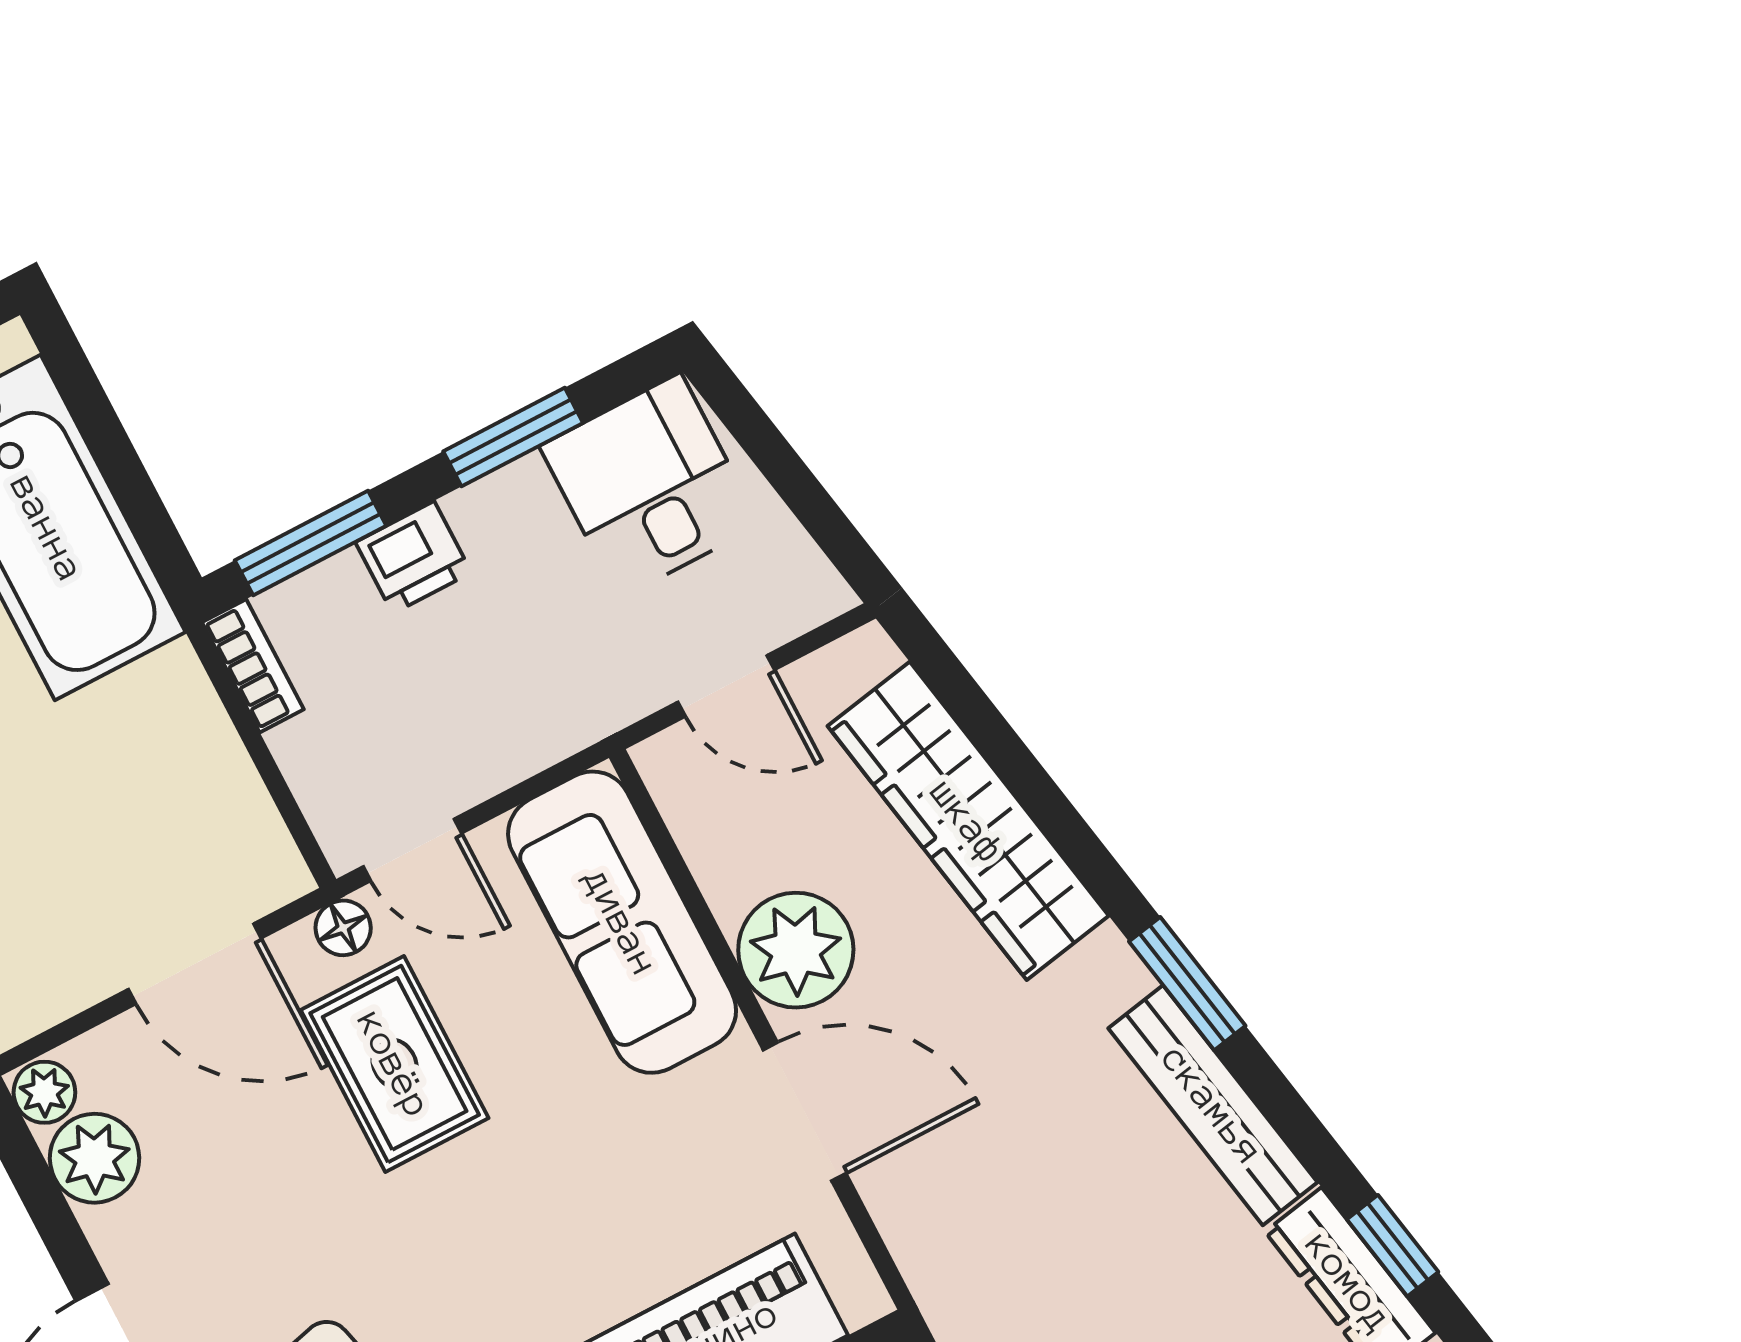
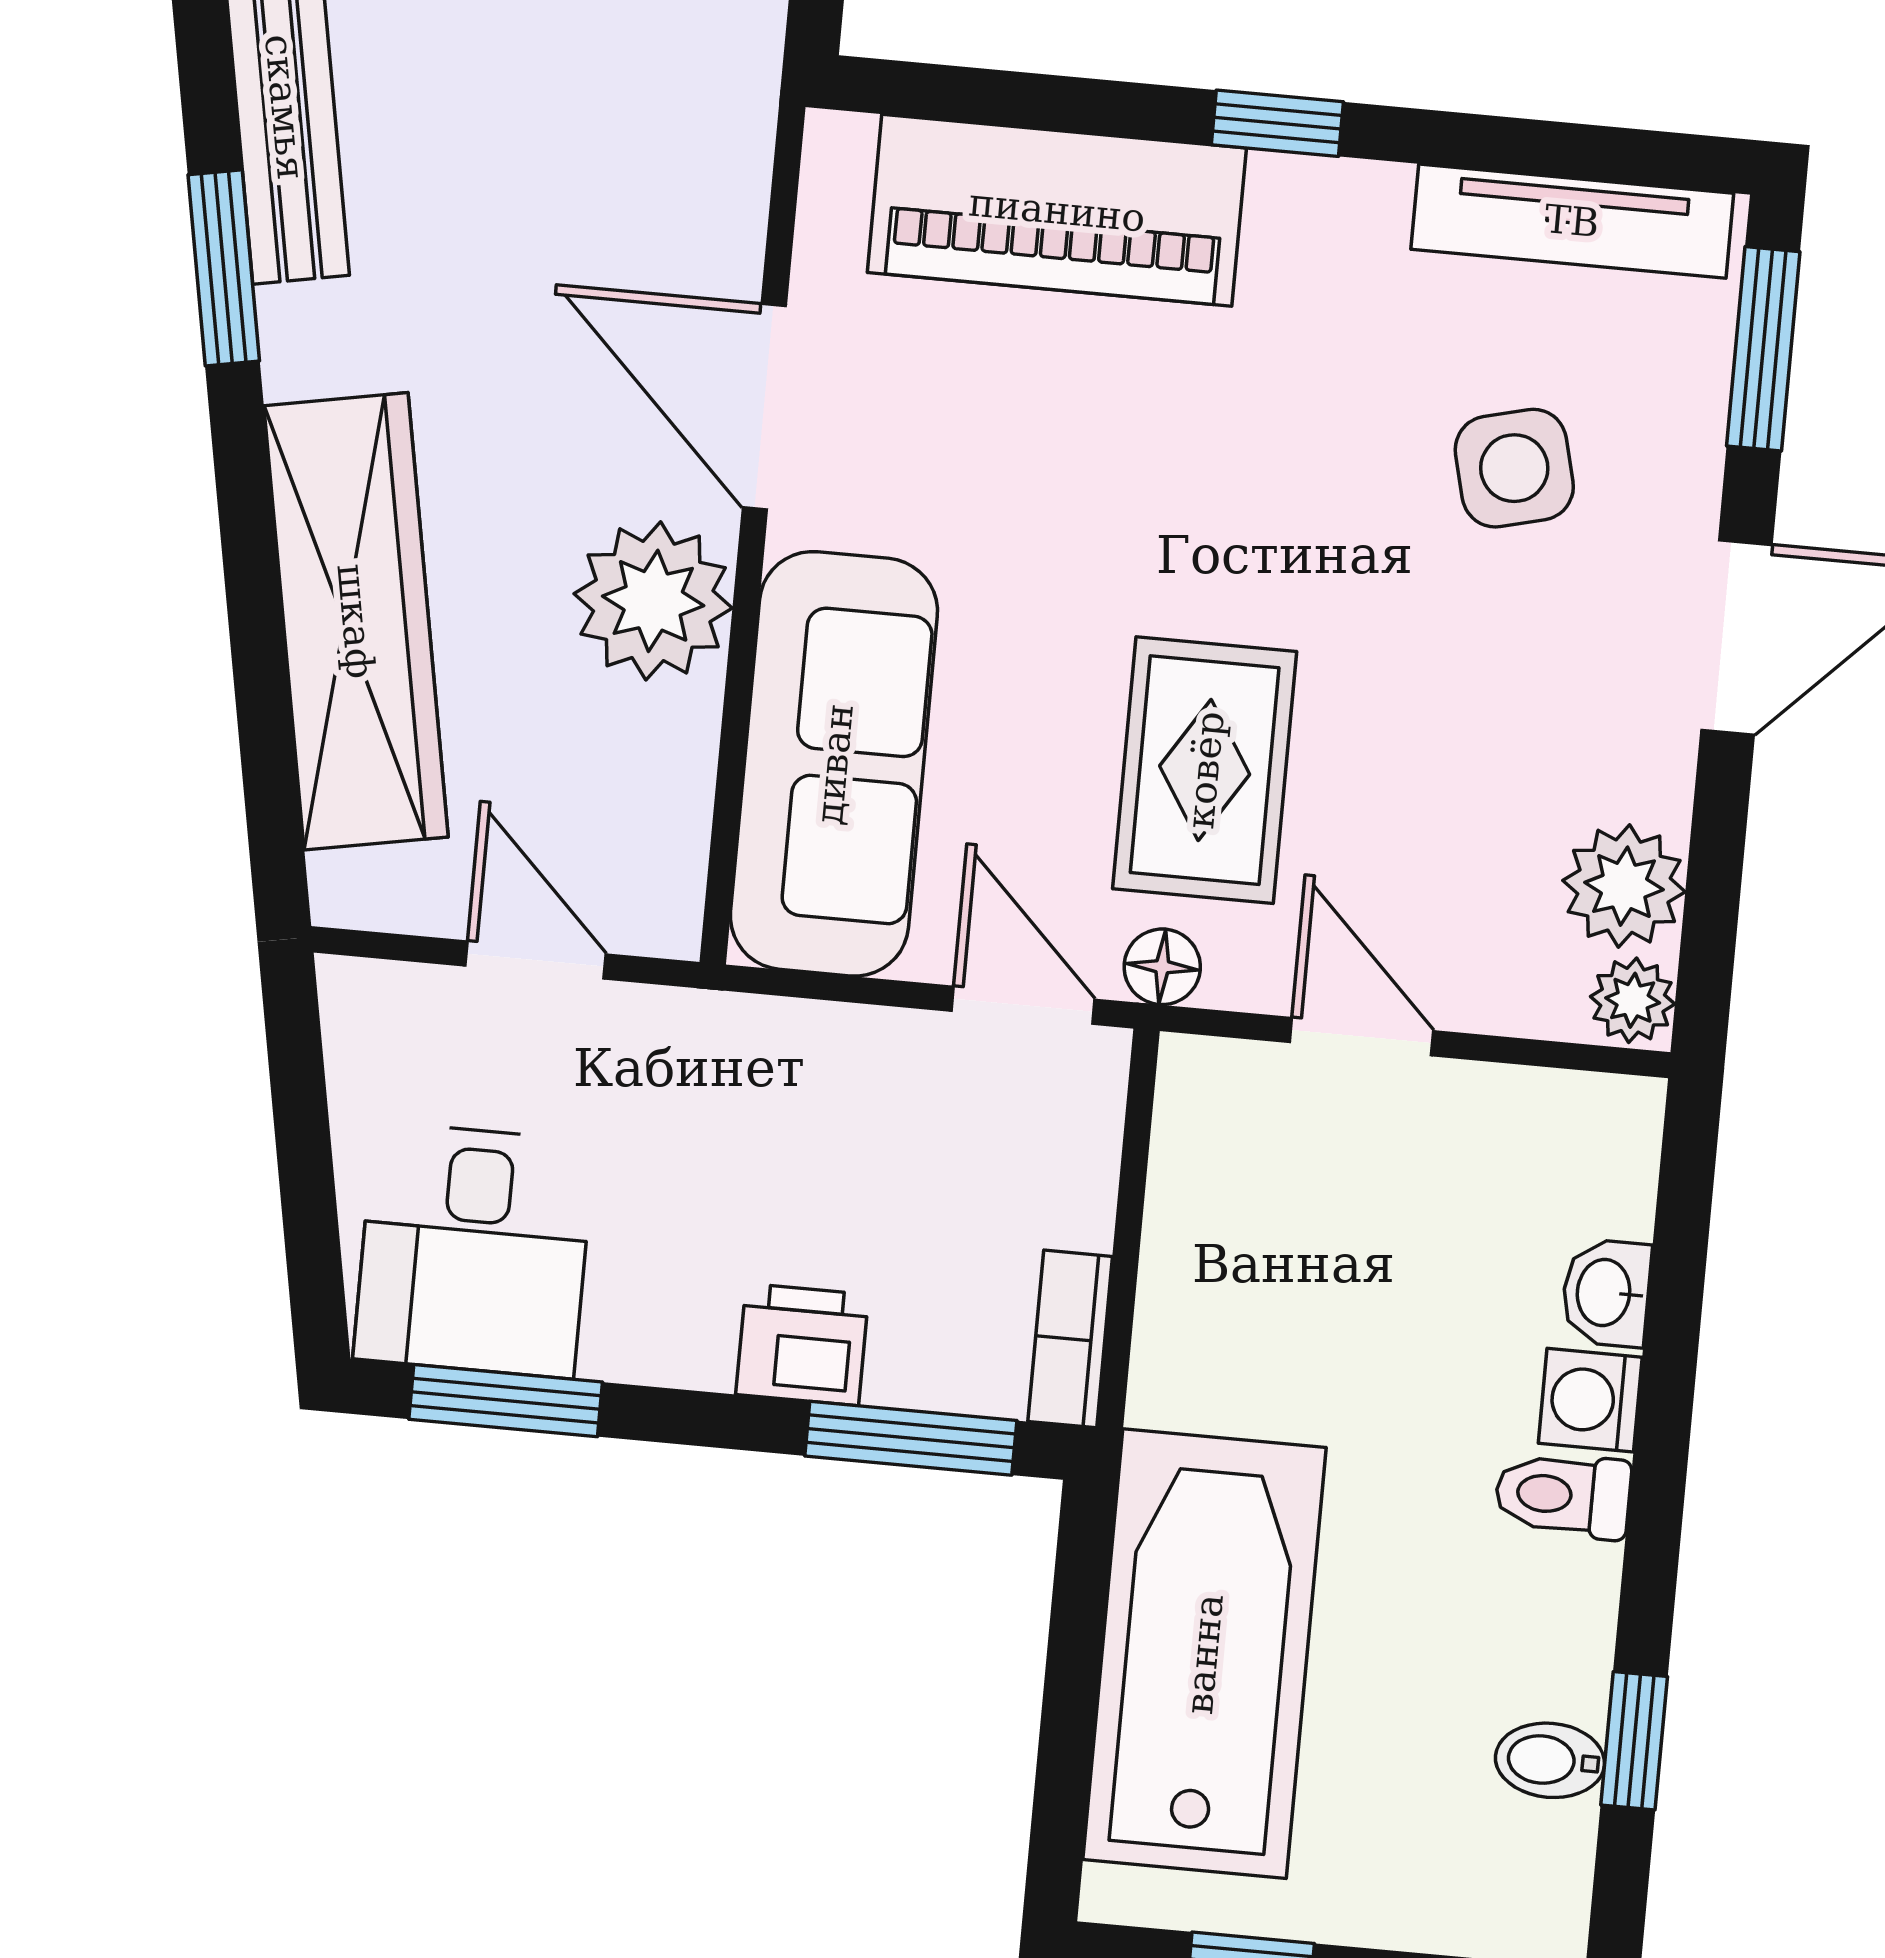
window: (513, 437) -> (506, 1401), moved
door: (195, 964) -> (1362, 1037), width x0.73

